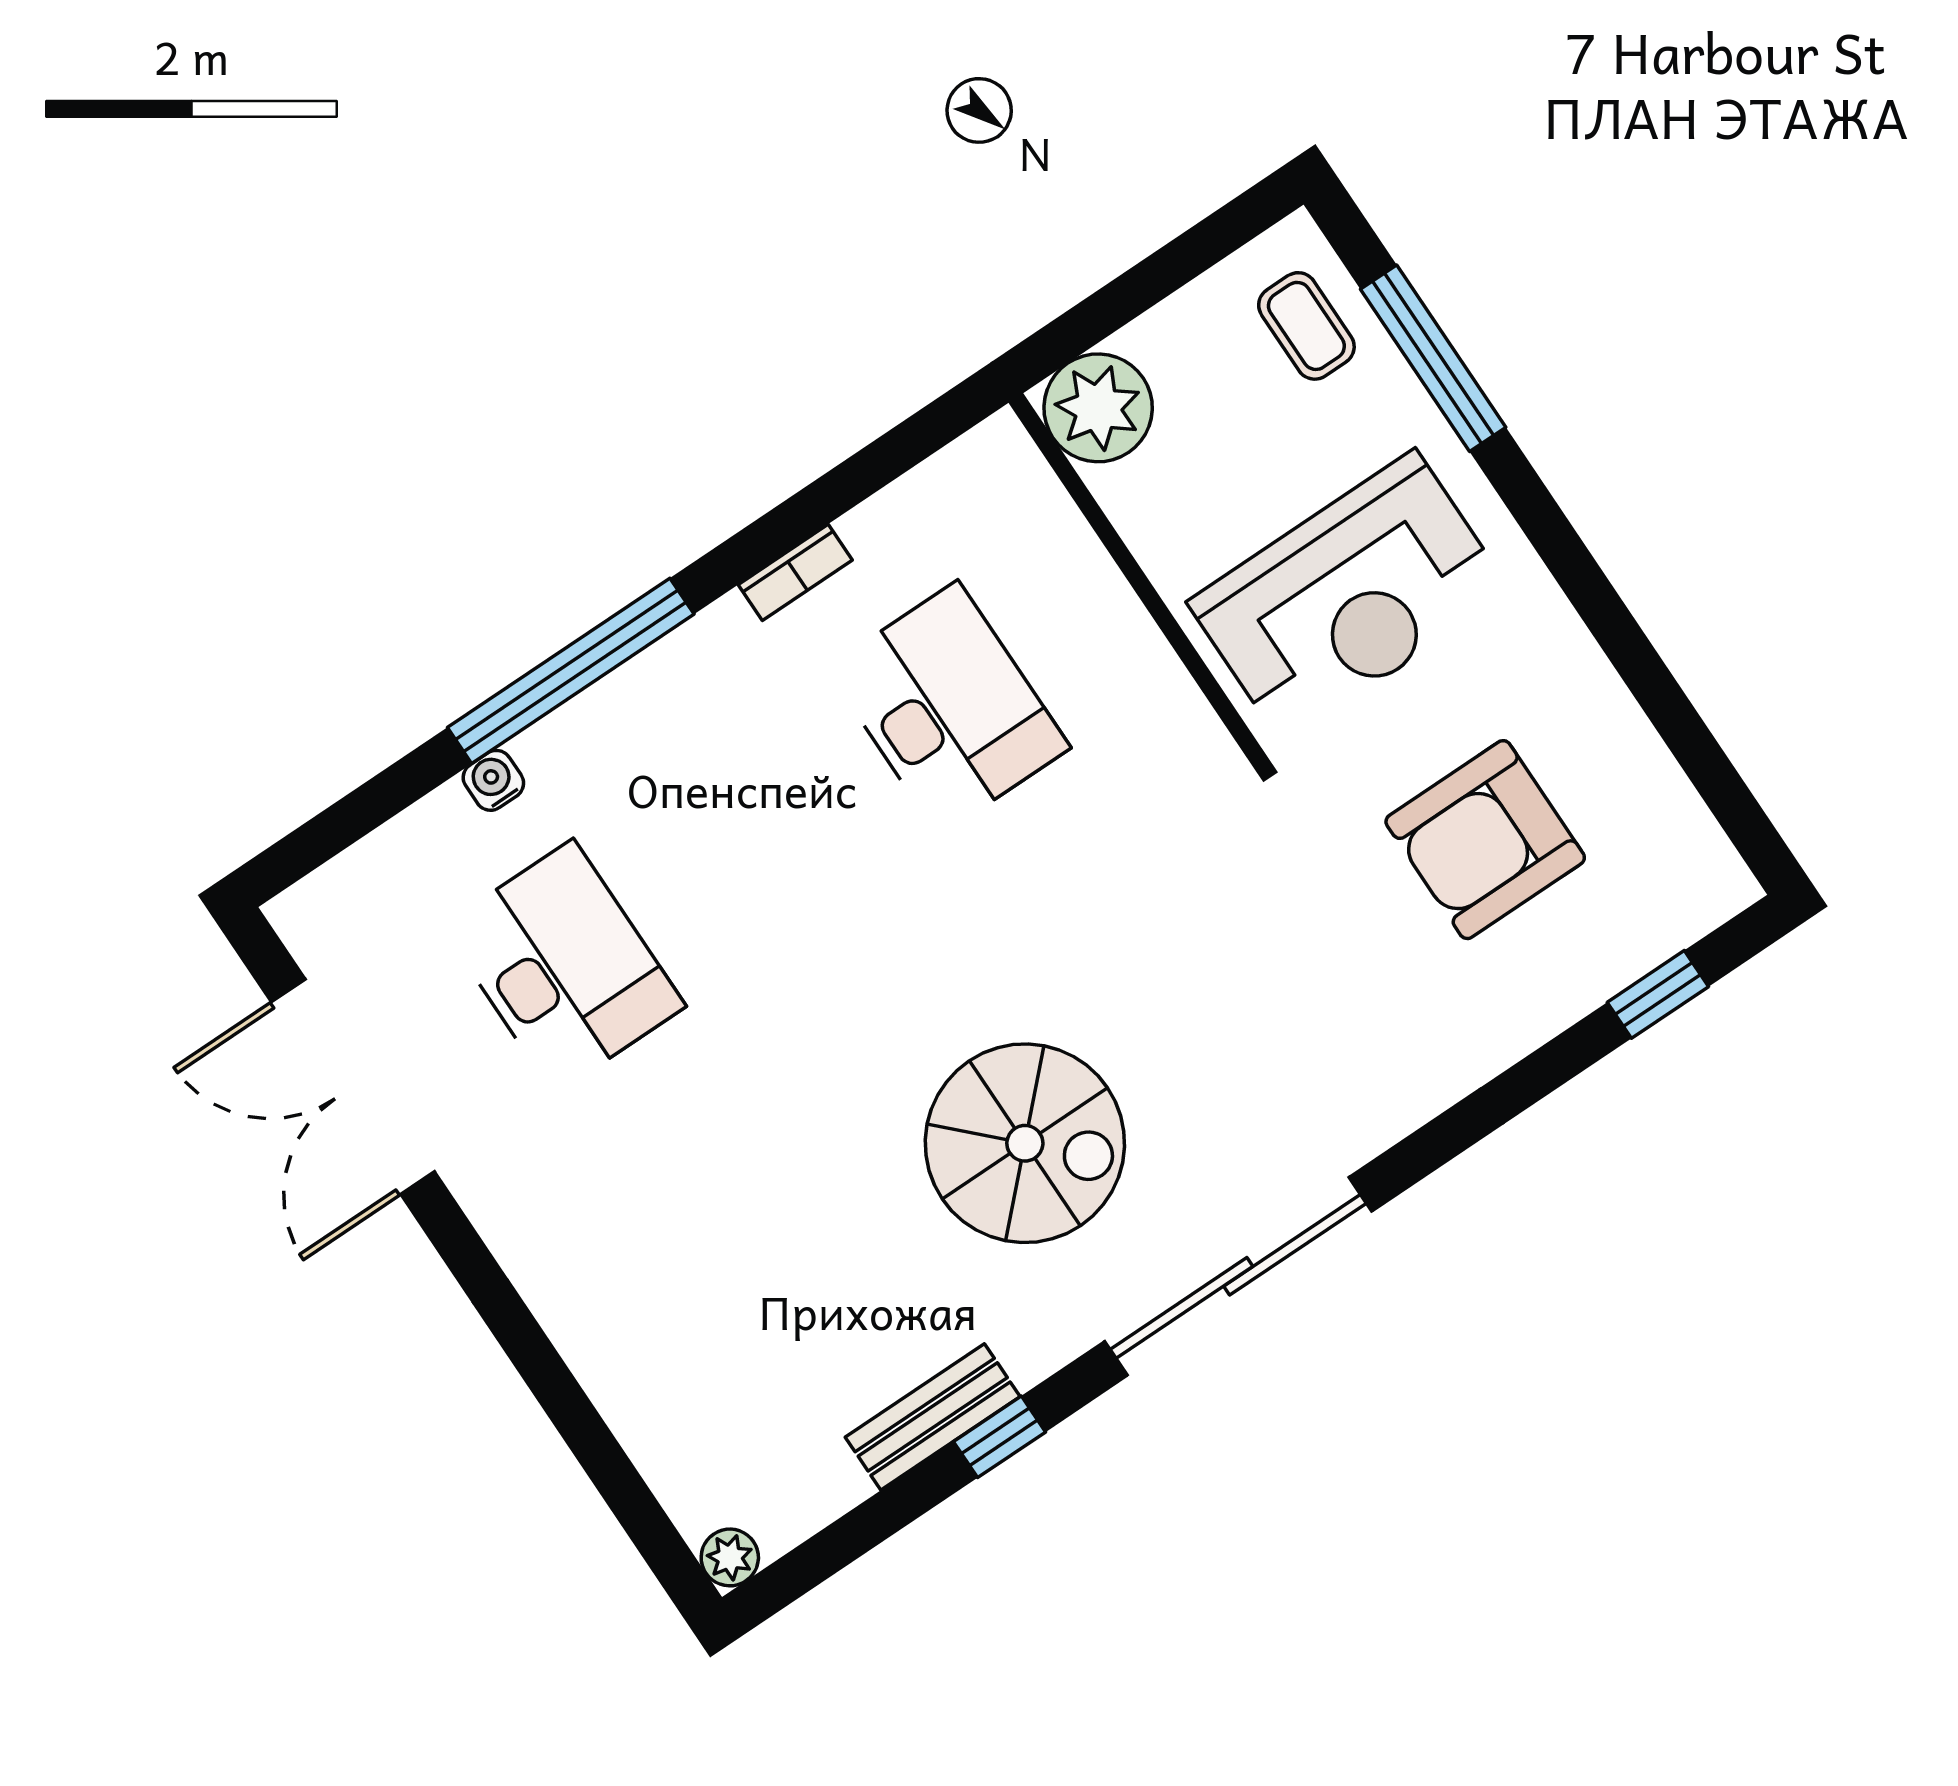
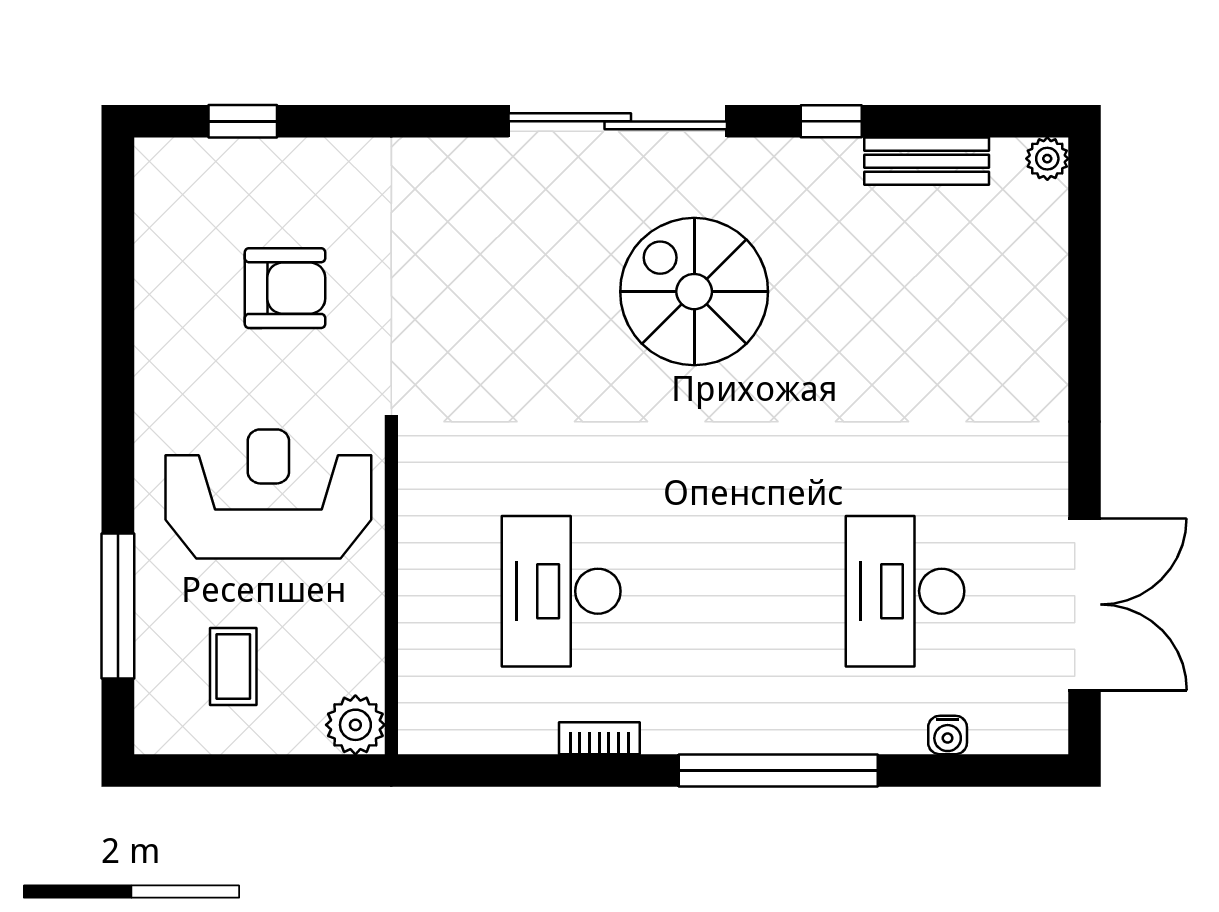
coffee table: (1306, 326) -> (233, 666), moved
plant: (1098, 408) -> (355, 725), width x0.73, depth x0.73
water cooler: (493, 780) -> (948, 735), moved
armchair: (1485, 840) -> (285, 288), width x0.73, depth x0.73
bench: (933, 1417) -> (927, 161), moved

